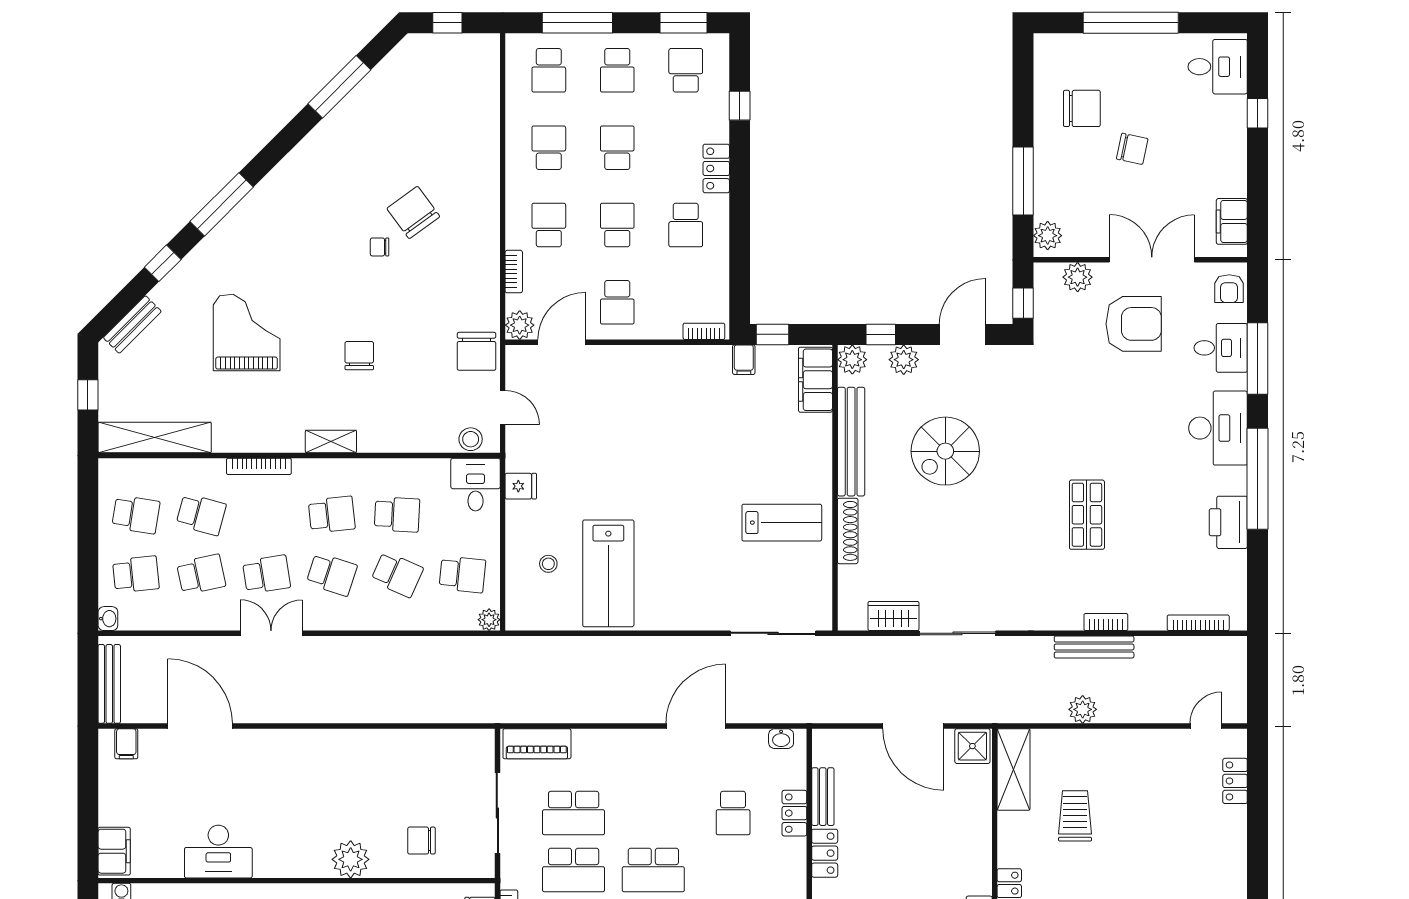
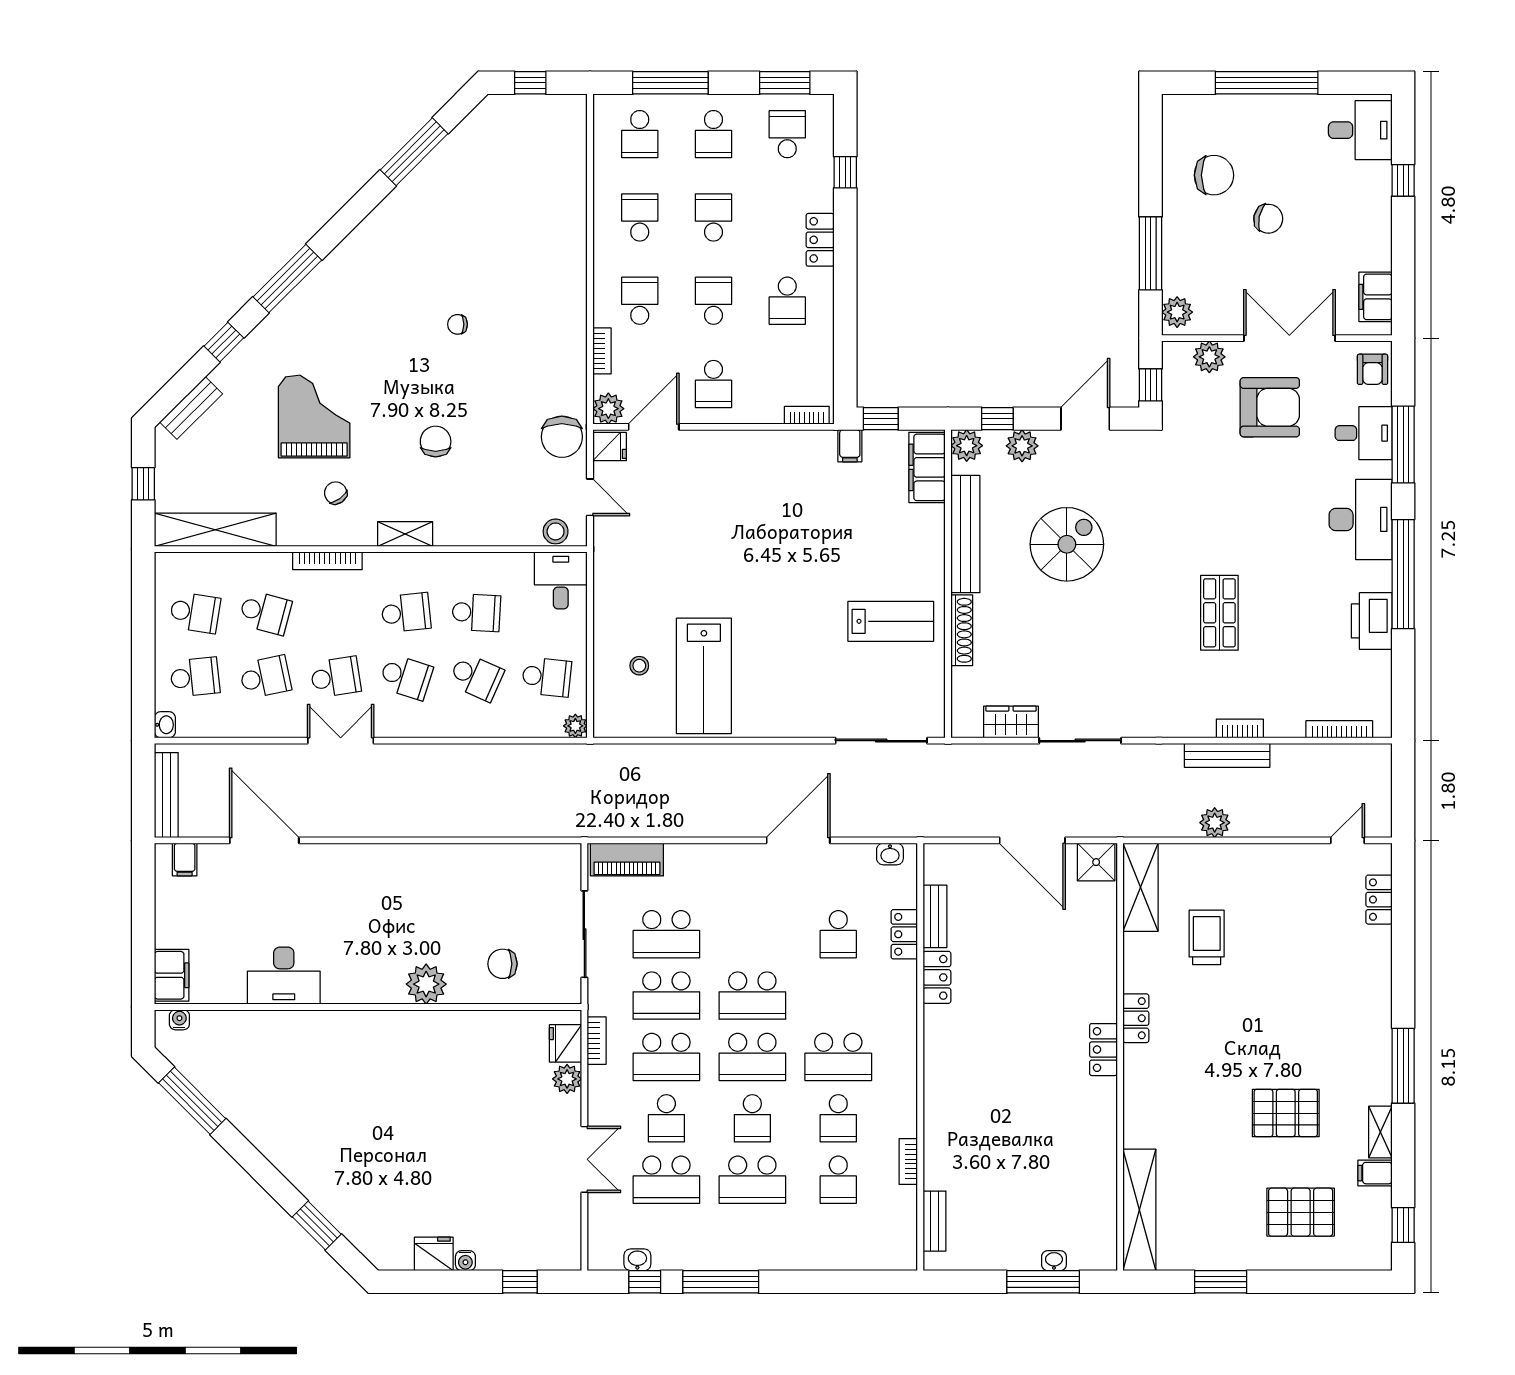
chair: (413, 212) -> (336, 493), moved, width x0.54, depth x0.54
spiral stairs: (945, 451) -> (1067, 544), turned 180
fridge: (521, 486) -> (610, 447), moved

